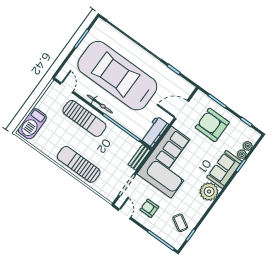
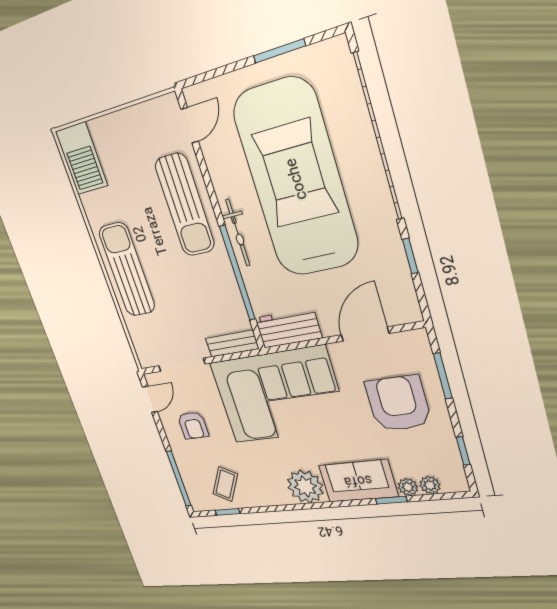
bicycle: (100, 104) -> (238, 233), moved
door: (181, 110) -> (365, 334), hinge flipped
barbecue: (32, 124) -> (81, 158), moved, turned -90
armchair: (149, 208) -> (193, 425), turned 180

